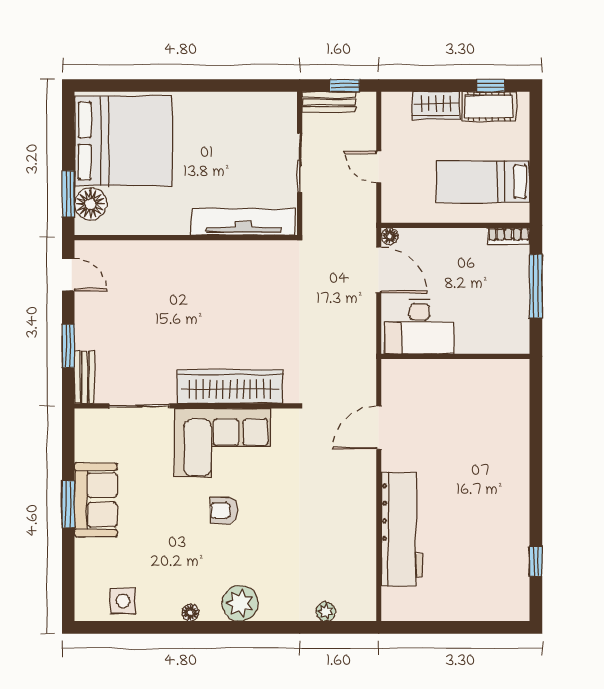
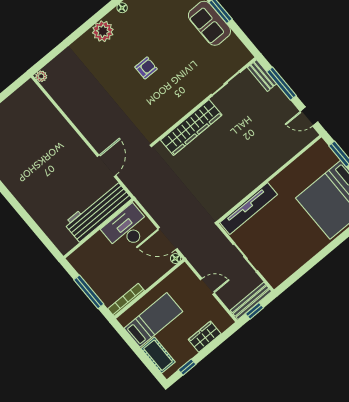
bench: (329, 102) -> (251, 301), width x1.36
cot: (489, 106) -> (158, 355), moved, turned 90
floor lamp: (90, 204) -> (326, 158), removed
bookcase: (509, 236) -> (126, 300), width x1.56
window: (68, 346) -> (282, 84), width x1.44
corner sofa: (223, 443) -> (173, 99), removed
workbench: (402, 529) -> (98, 211), moved, turned 90
plant: (326, 612) -> (41, 76), moved

